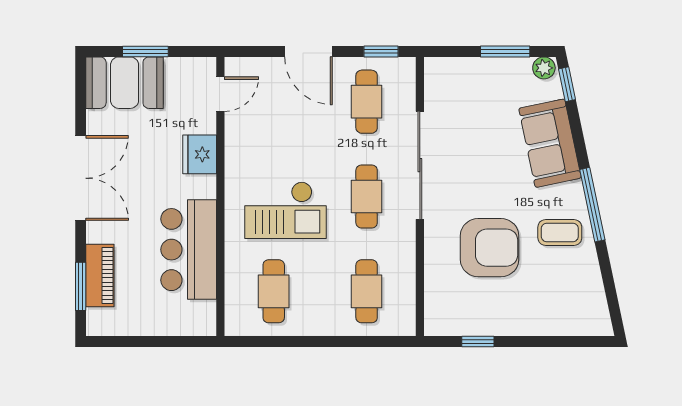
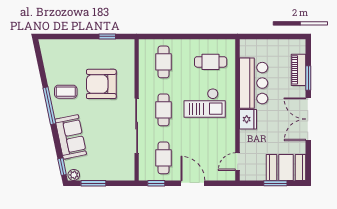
fridge: (200, 154) -> (248, 119), moved
checkout: (285, 210) -> (205, 103), turned 180
window: (81, 286) -> (308, 78), moved
cafe table: (274, 291) -> (211, 62), turned 90

